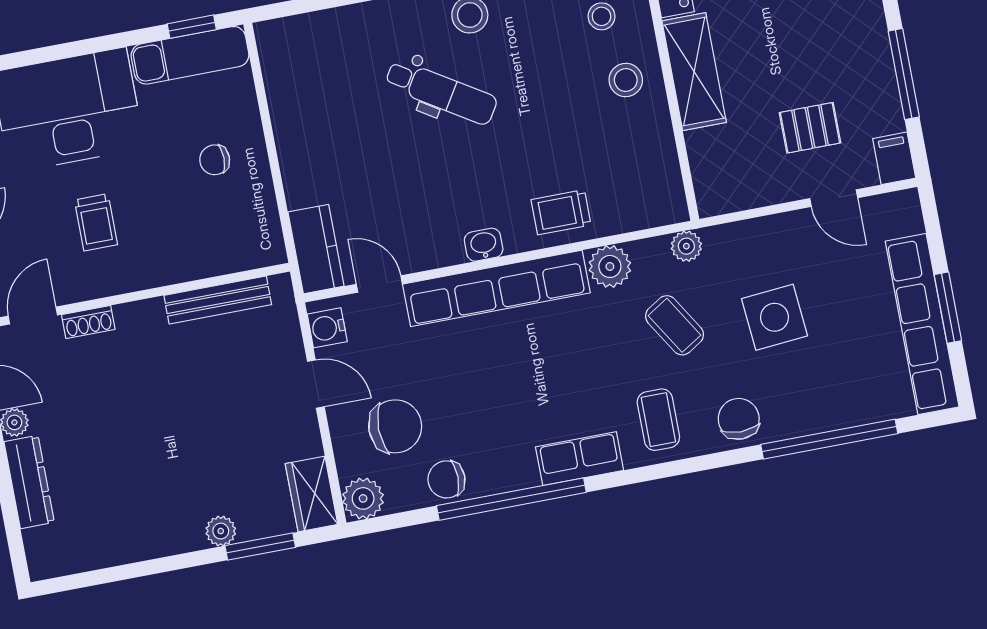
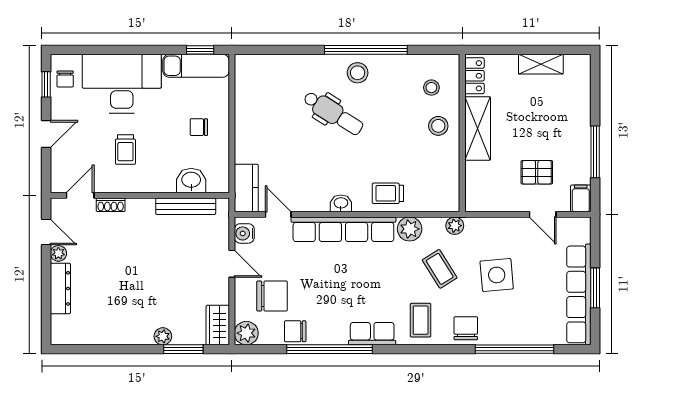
washbasin: (219, 254) -> (191, 180), added

